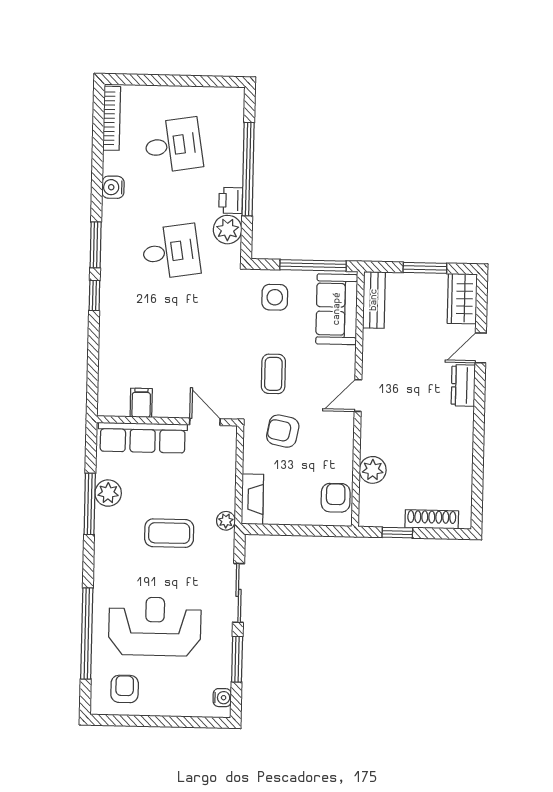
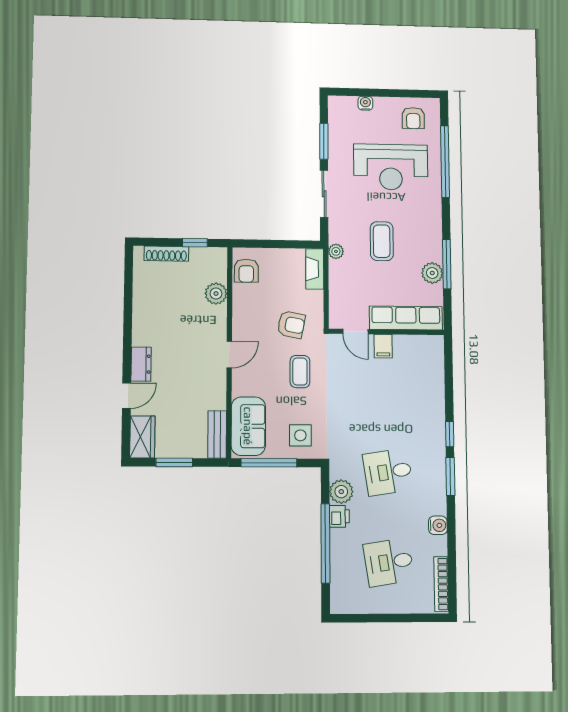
filing cabinet: (141, 403) -> (383, 346), moved
coffee table: (169, 533) -> (382, 241), turned 90
water cooler: (222, 698) -> (365, 103), moved, turned 90

